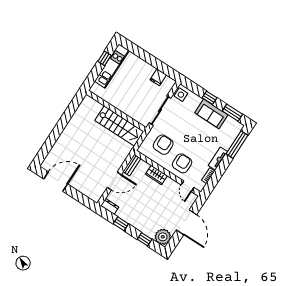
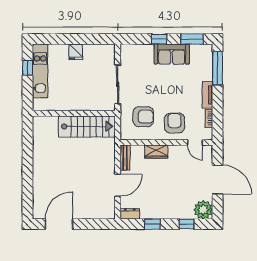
fridge: (158, 77) -> (76, 52), moved
side table: (181, 95) -> (128, 55), removed
armchair: (163, 145) -> (143, 117), turned 90

